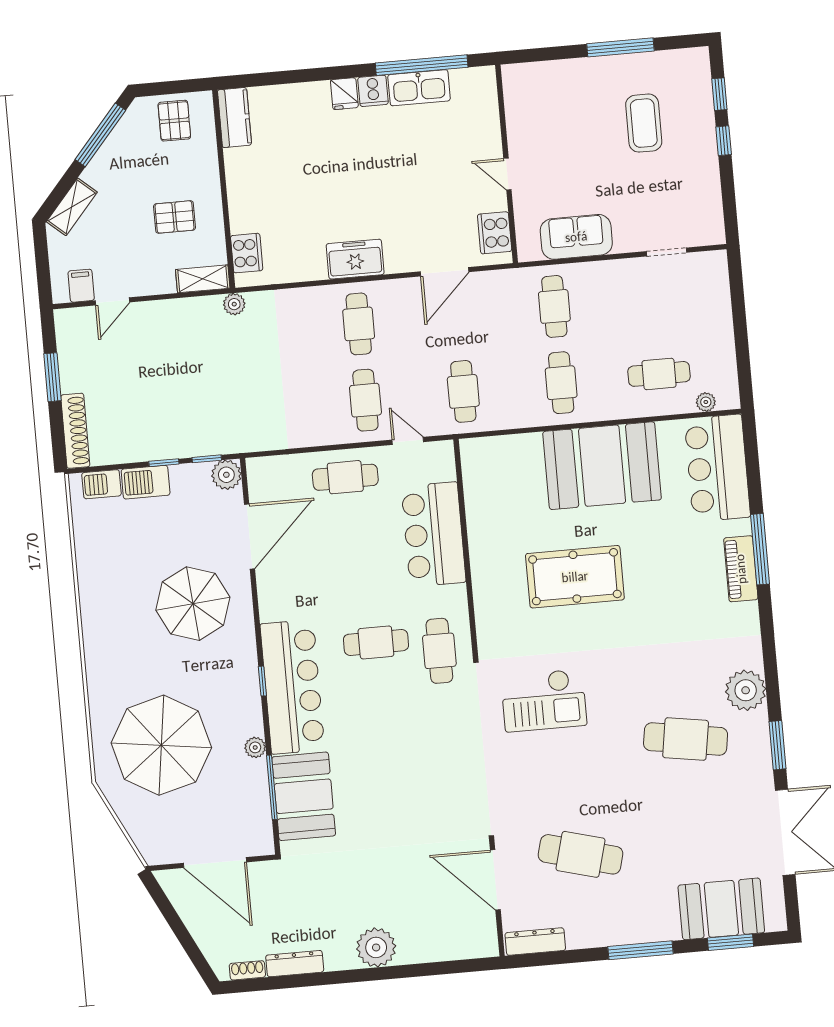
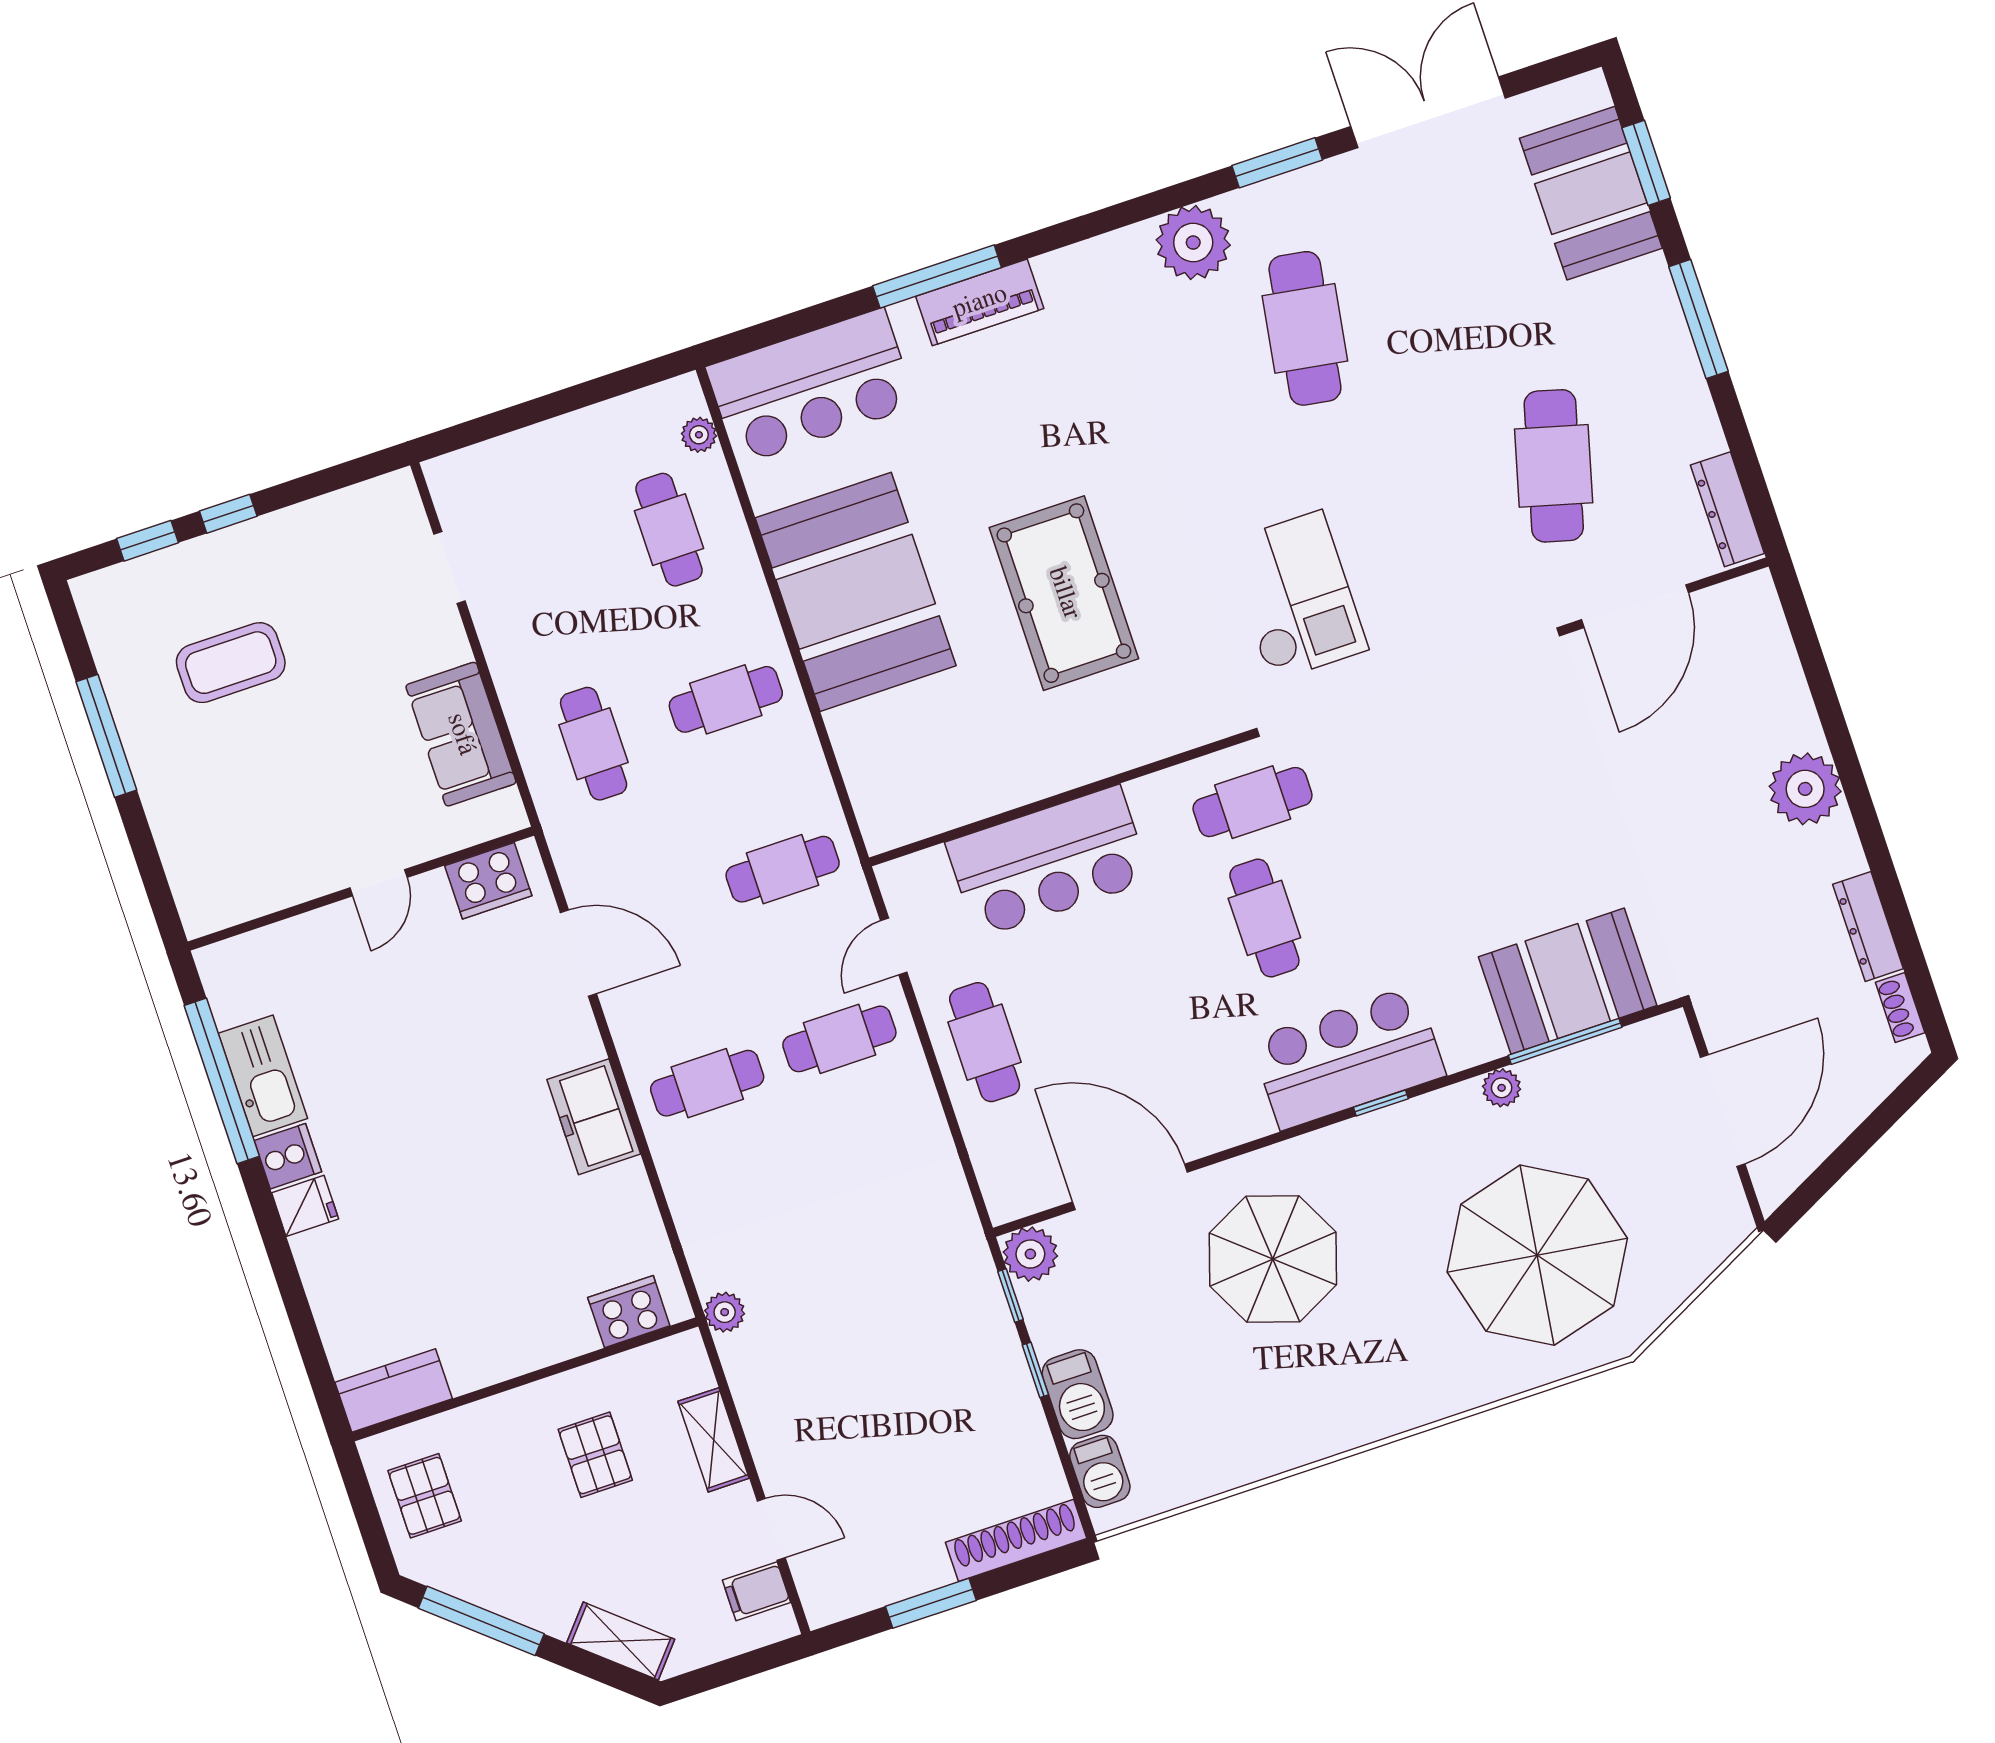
pallet: (174, 121) -> (425, 1496), turned 90
shelving: (203, 279) -> (714, 1440), moved
cafe table: (554, 306) -> (594, 744), turned 90
bar counter: (292, 687) -> (1348, 1057), width x0.73

